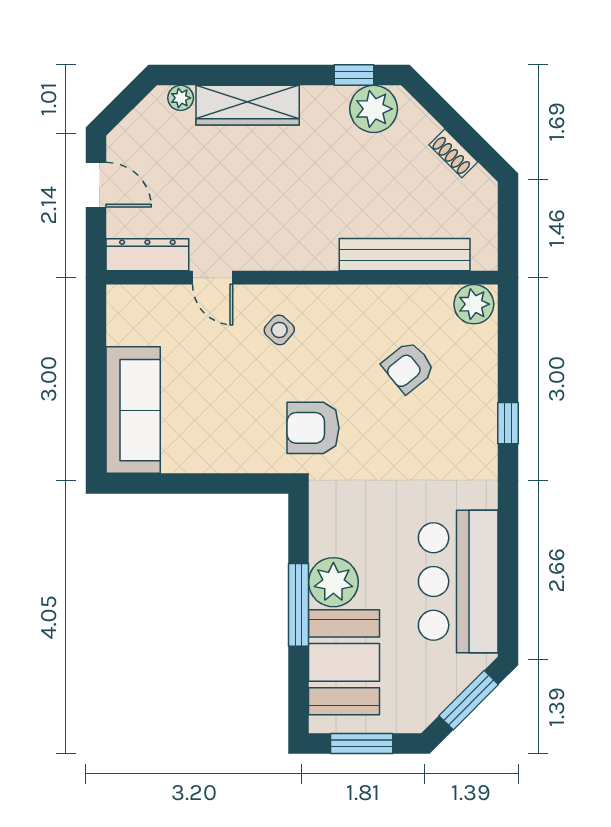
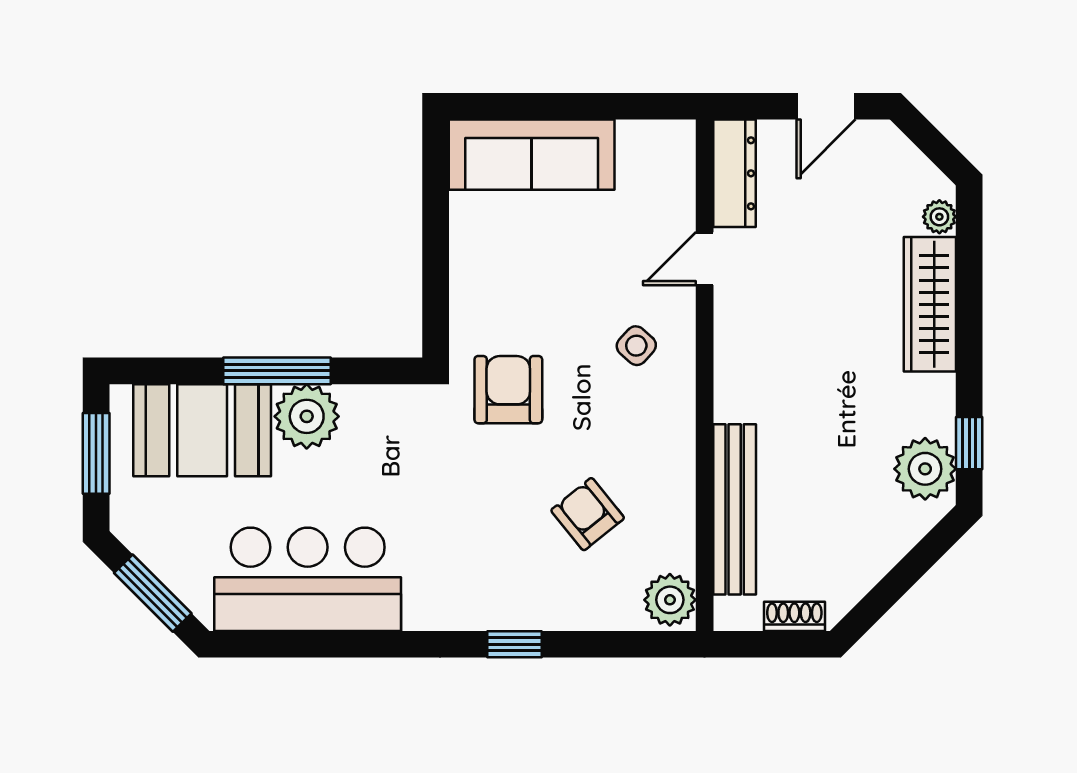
shoe rack: (453, 153) -> (794, 616), moved, turned 45

